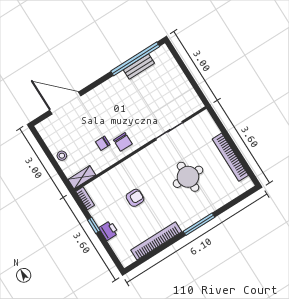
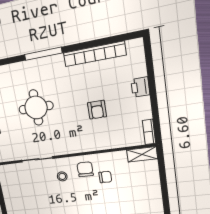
stool: (62, 156) -> (62, 176), moved
armchair: (135, 198) -> (97, 110), turned -90
window: (94, 225) -> (154, 99), removed

